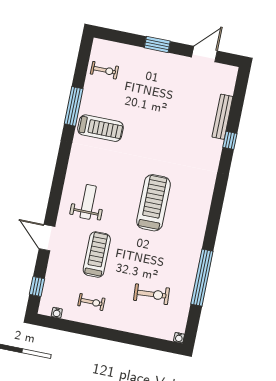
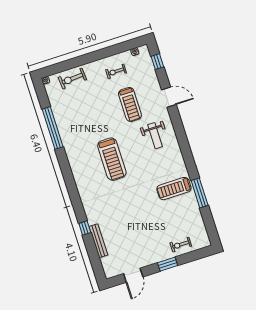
exercise bike: (104, 70) -> (181, 244), moved
exercise bike: (152, 294) -> (72, 79), moved

